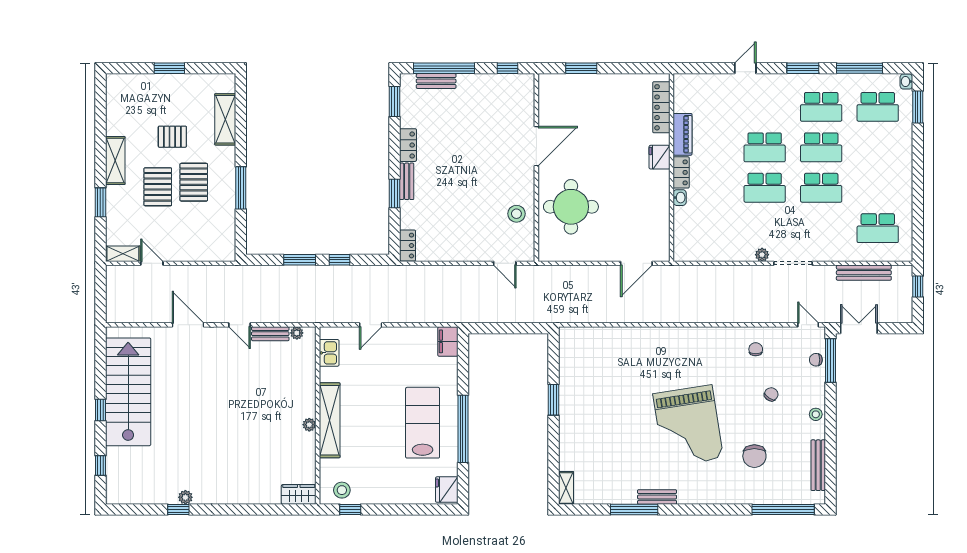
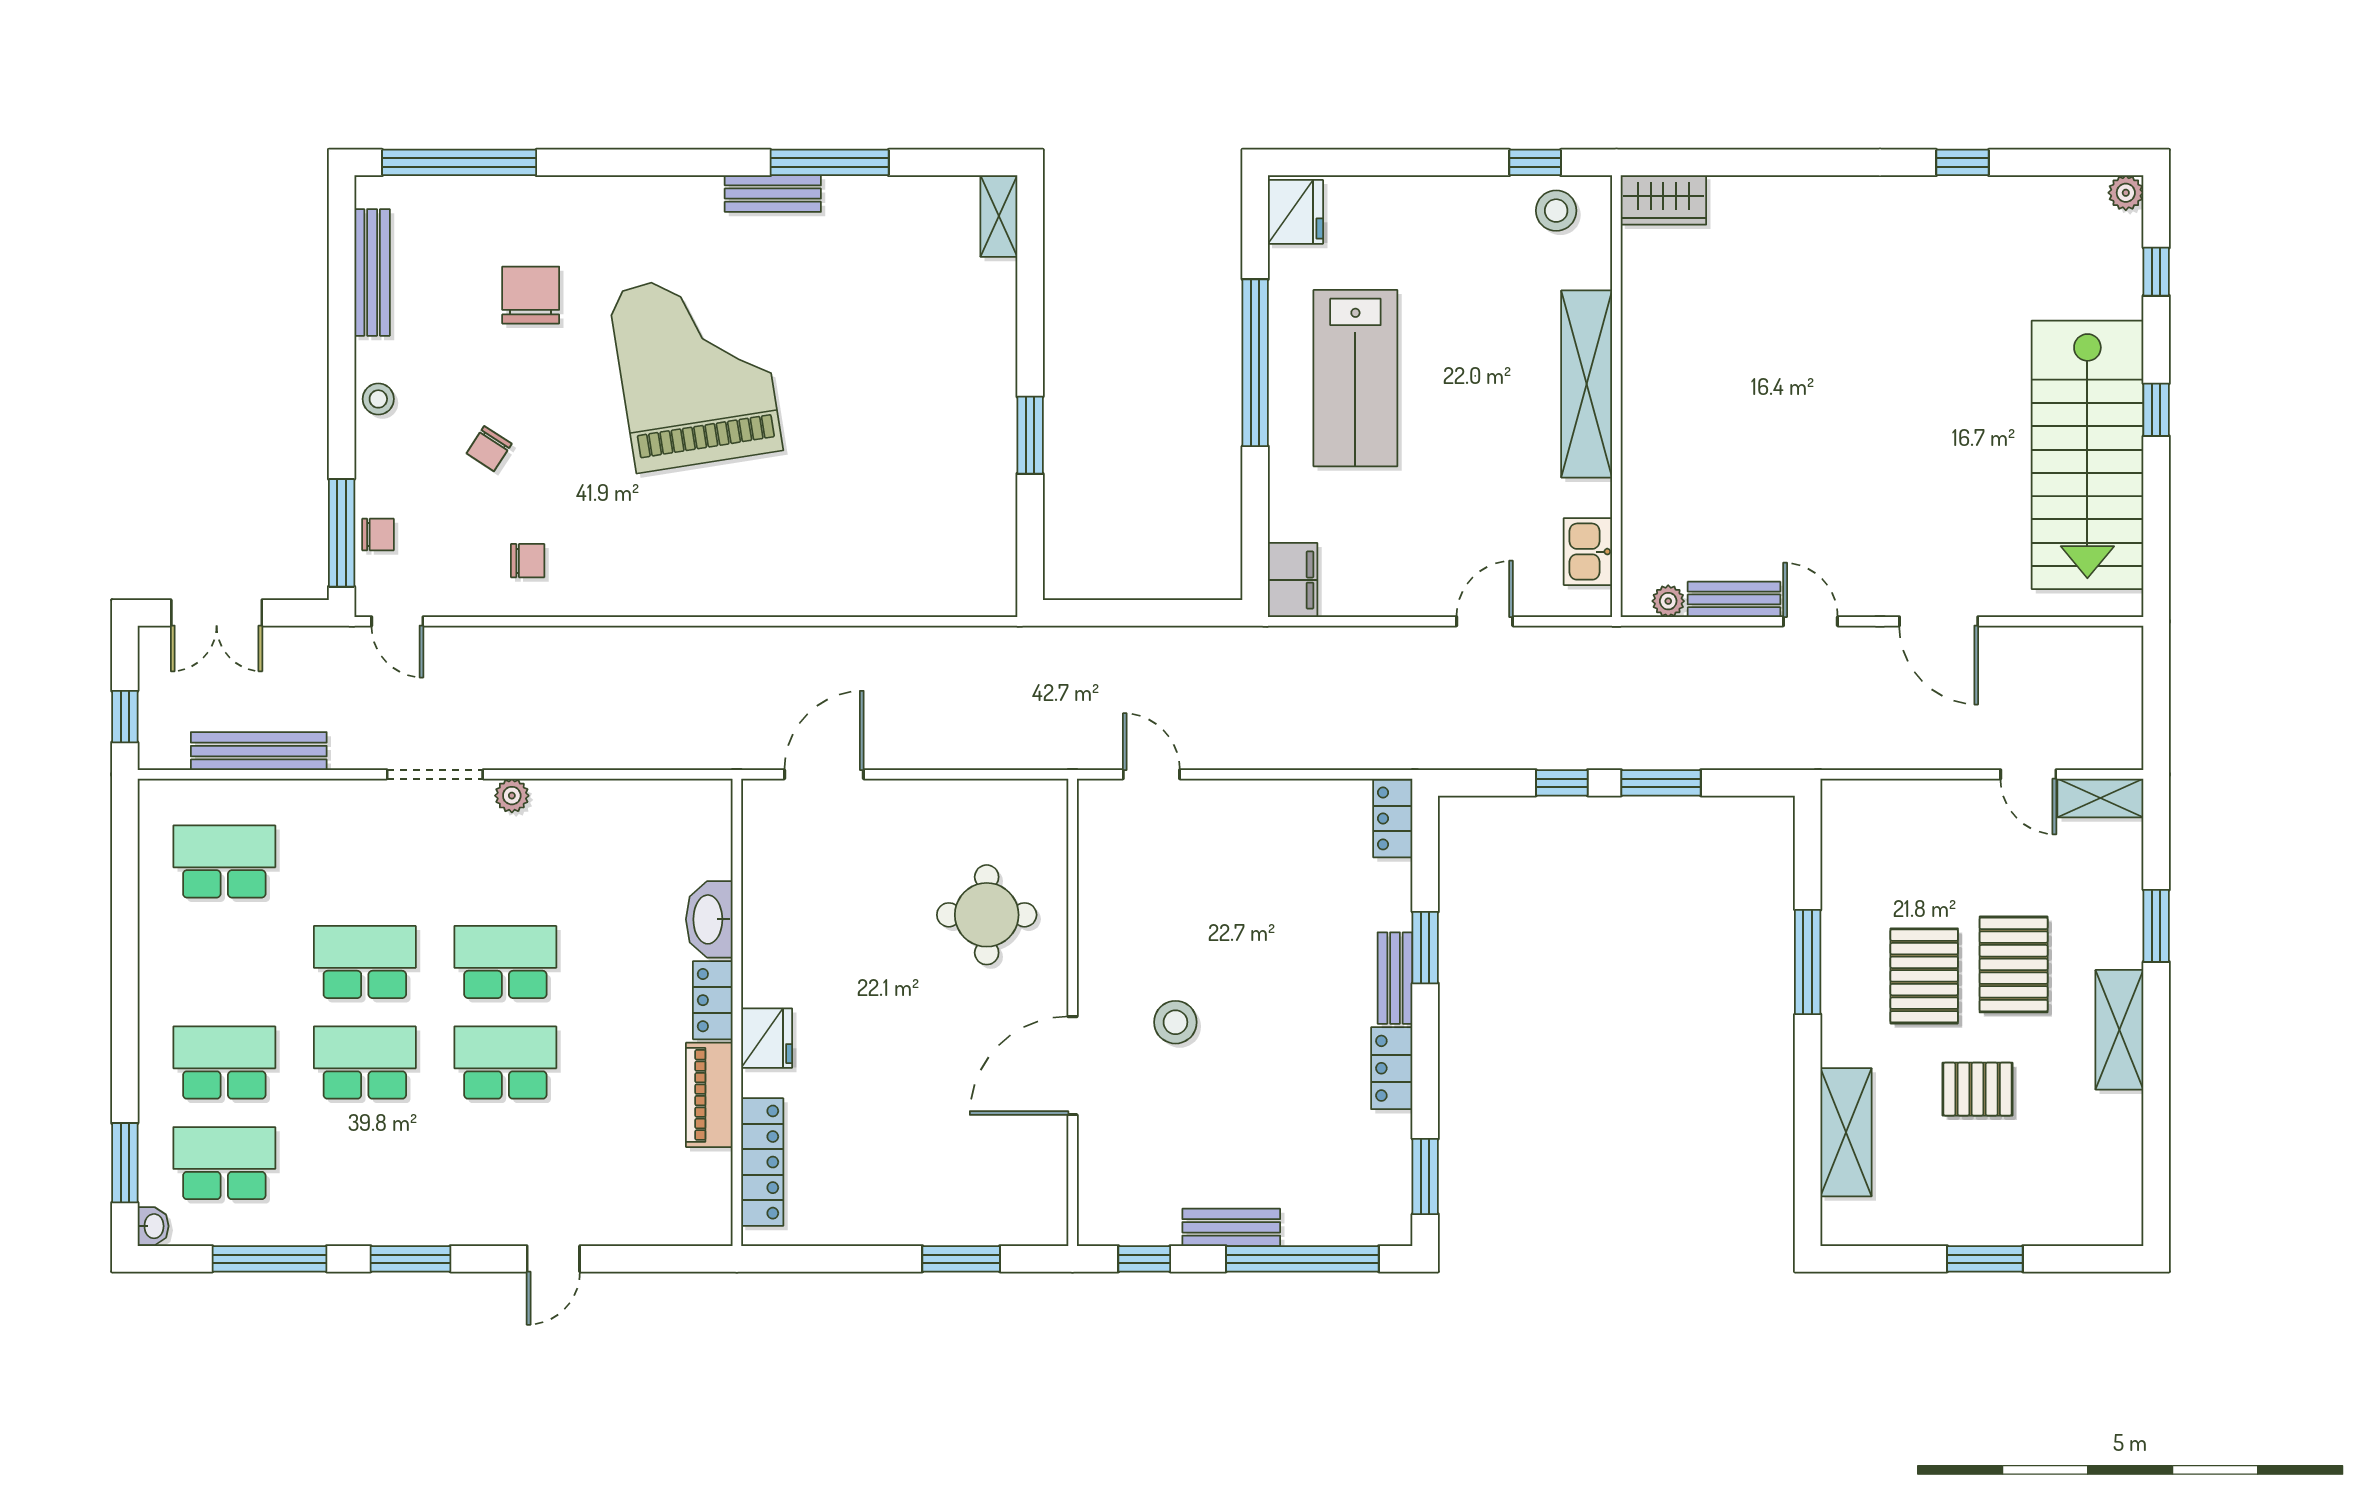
bench: (436, 81) -> (1231, 1227), moved
school desk: (821, 107) -> (224, 1063), moved
washbasin: (680, 198) -> (709, 919), width x1.91, depth x1.45
round table: (571, 207) -> (987, 915), width x0.73, depth x0.73
stool: (516, 214) -> (1175, 1022), moved
double door: (859, 328) -> (217, 613), moved
chair: (756, 349) -> (528, 561), turned -90
plant: (309, 425) -> (1637, 373), removed
plant: (185, 497) -> (2126, 193), moved

